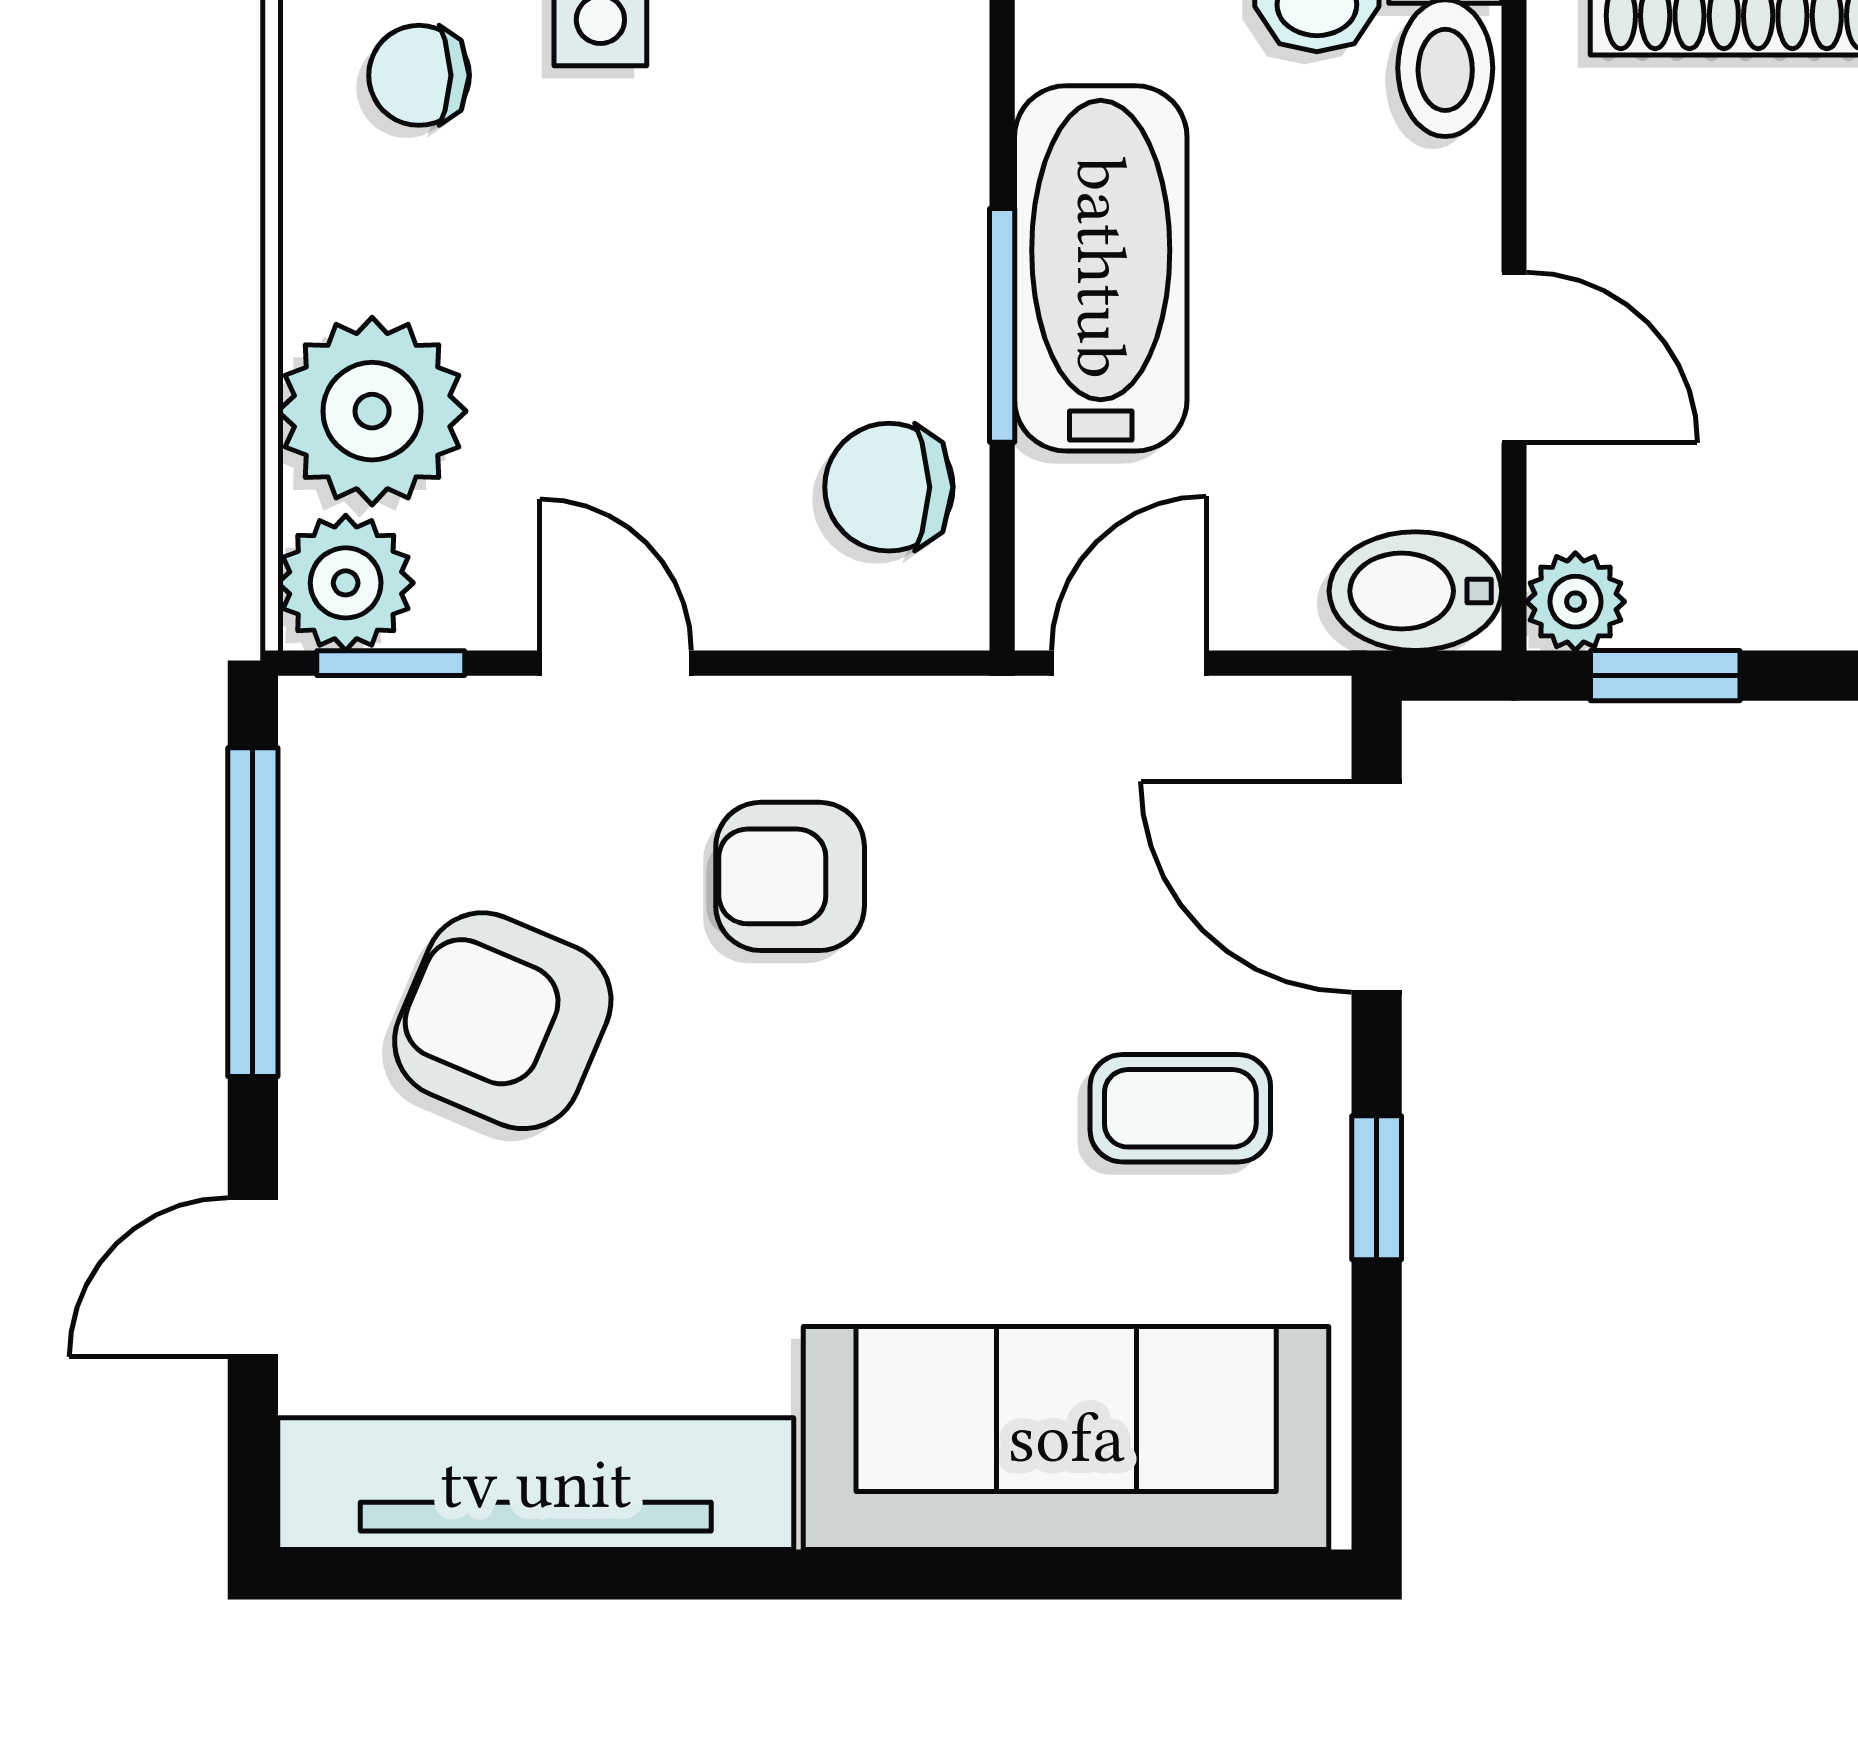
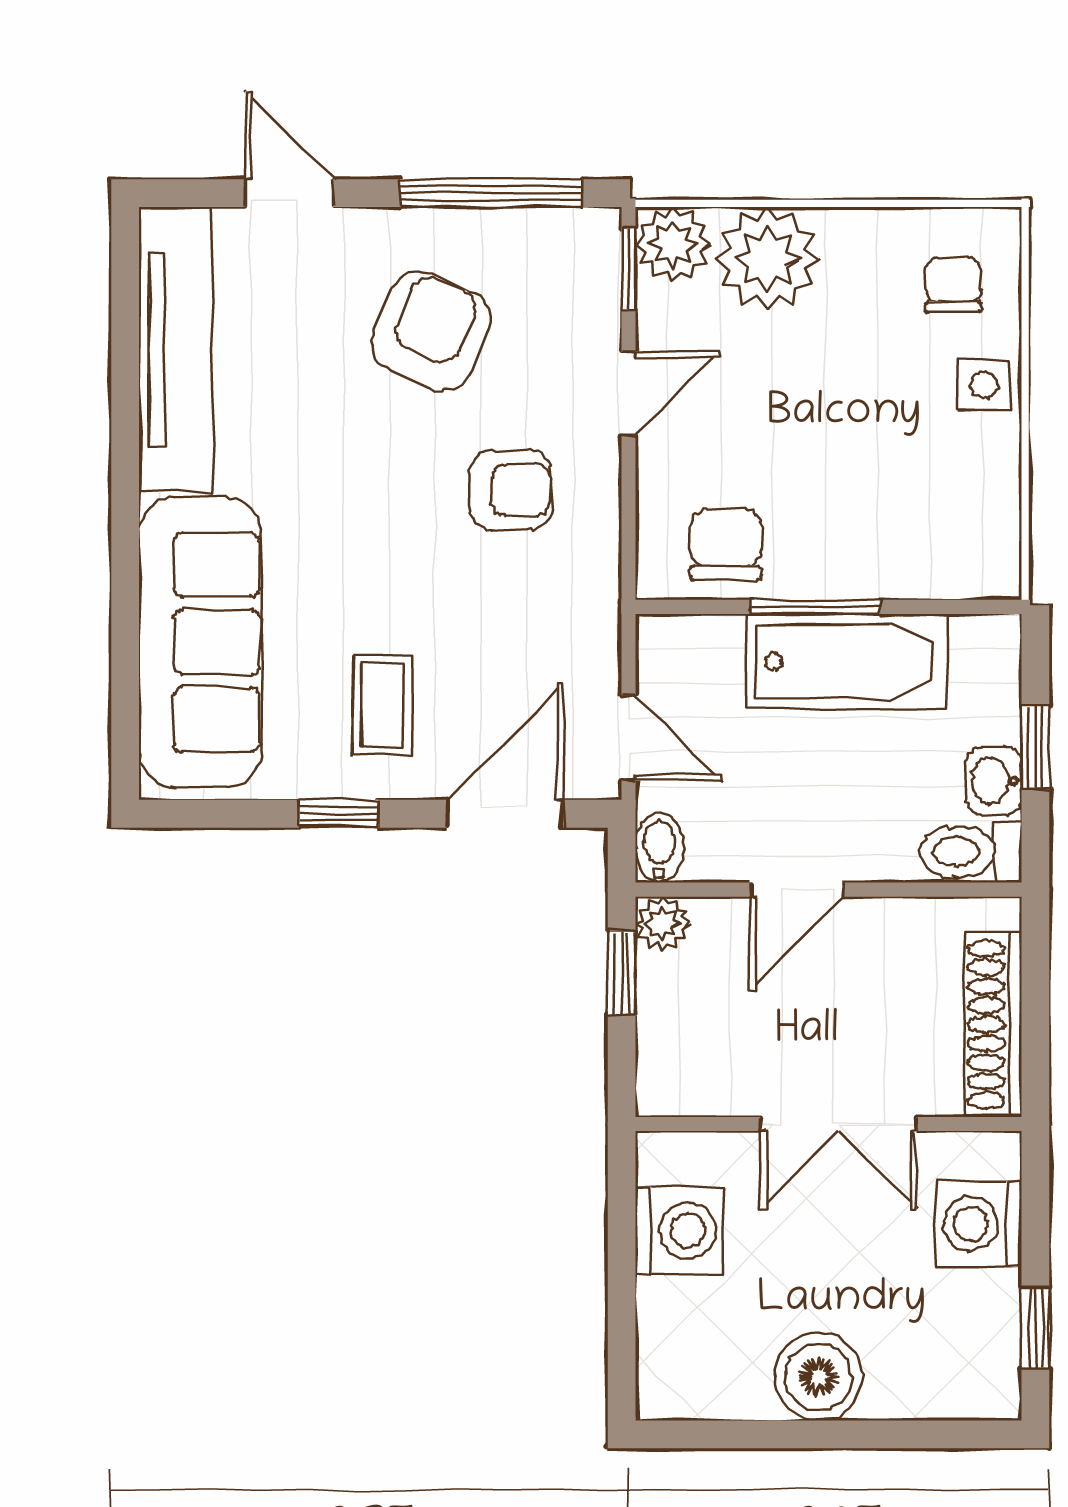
bidet: (1415, 591) -> (659, 848), width x0.72, depth x0.74
door: (1129, 663) -> (629, 738), moved
armchair: (790, 876) -> (511, 490), turned 90

